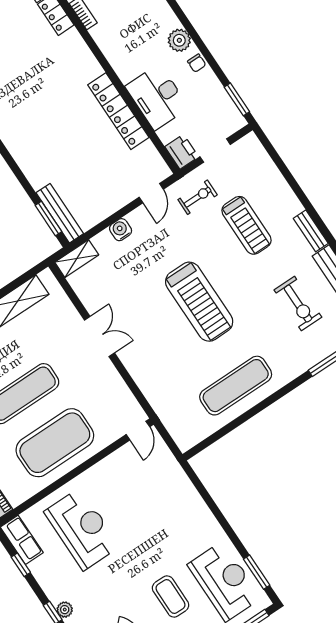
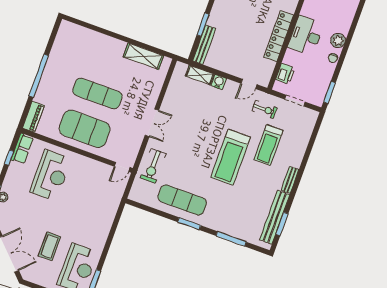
desk: (157, 97) -> (306, 35), moved
printer: (182, 152) -> (285, 74), moved
window: (48, 218) -> (203, 25), moved
shelving: (77, 259) -> (200, 75), moved
treadmill: (199, 302) -> (231, 157), moved
exercise bike: (298, 304) -> (153, 166), moved
double door: (99, 337) -> (152, 123), moved
window: (272, 399) -> (189, 224), added

